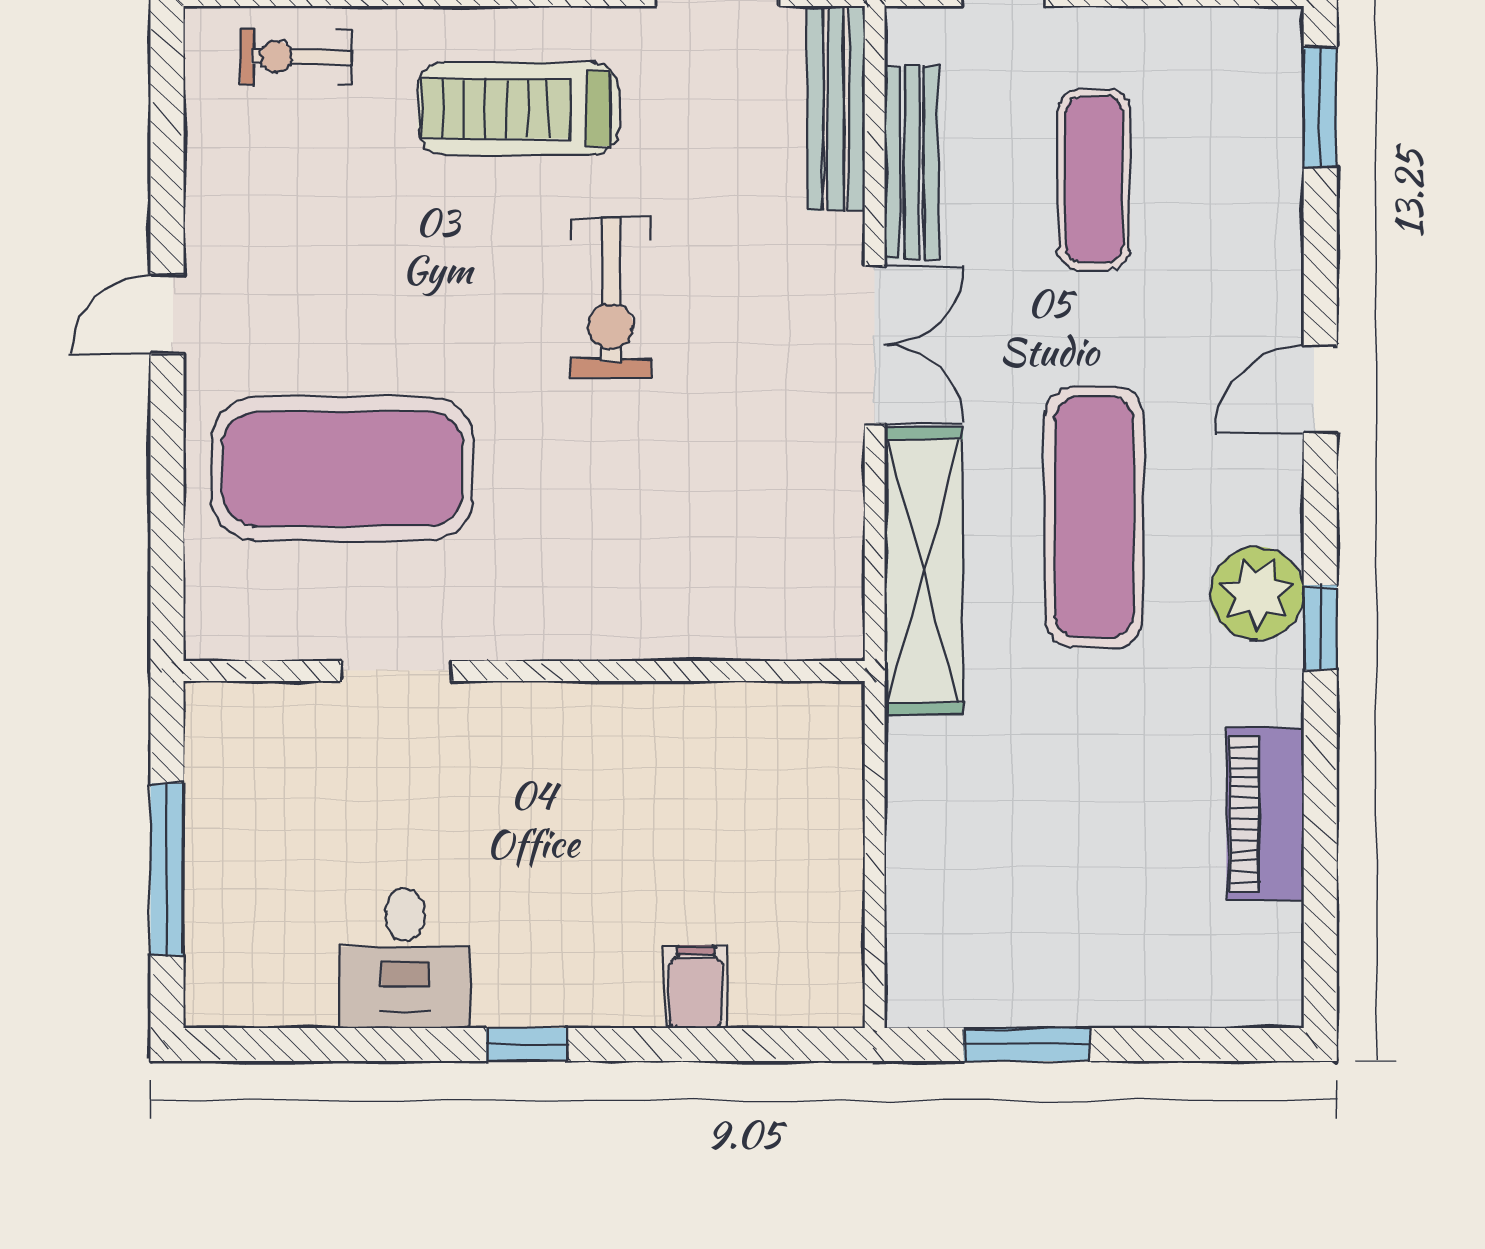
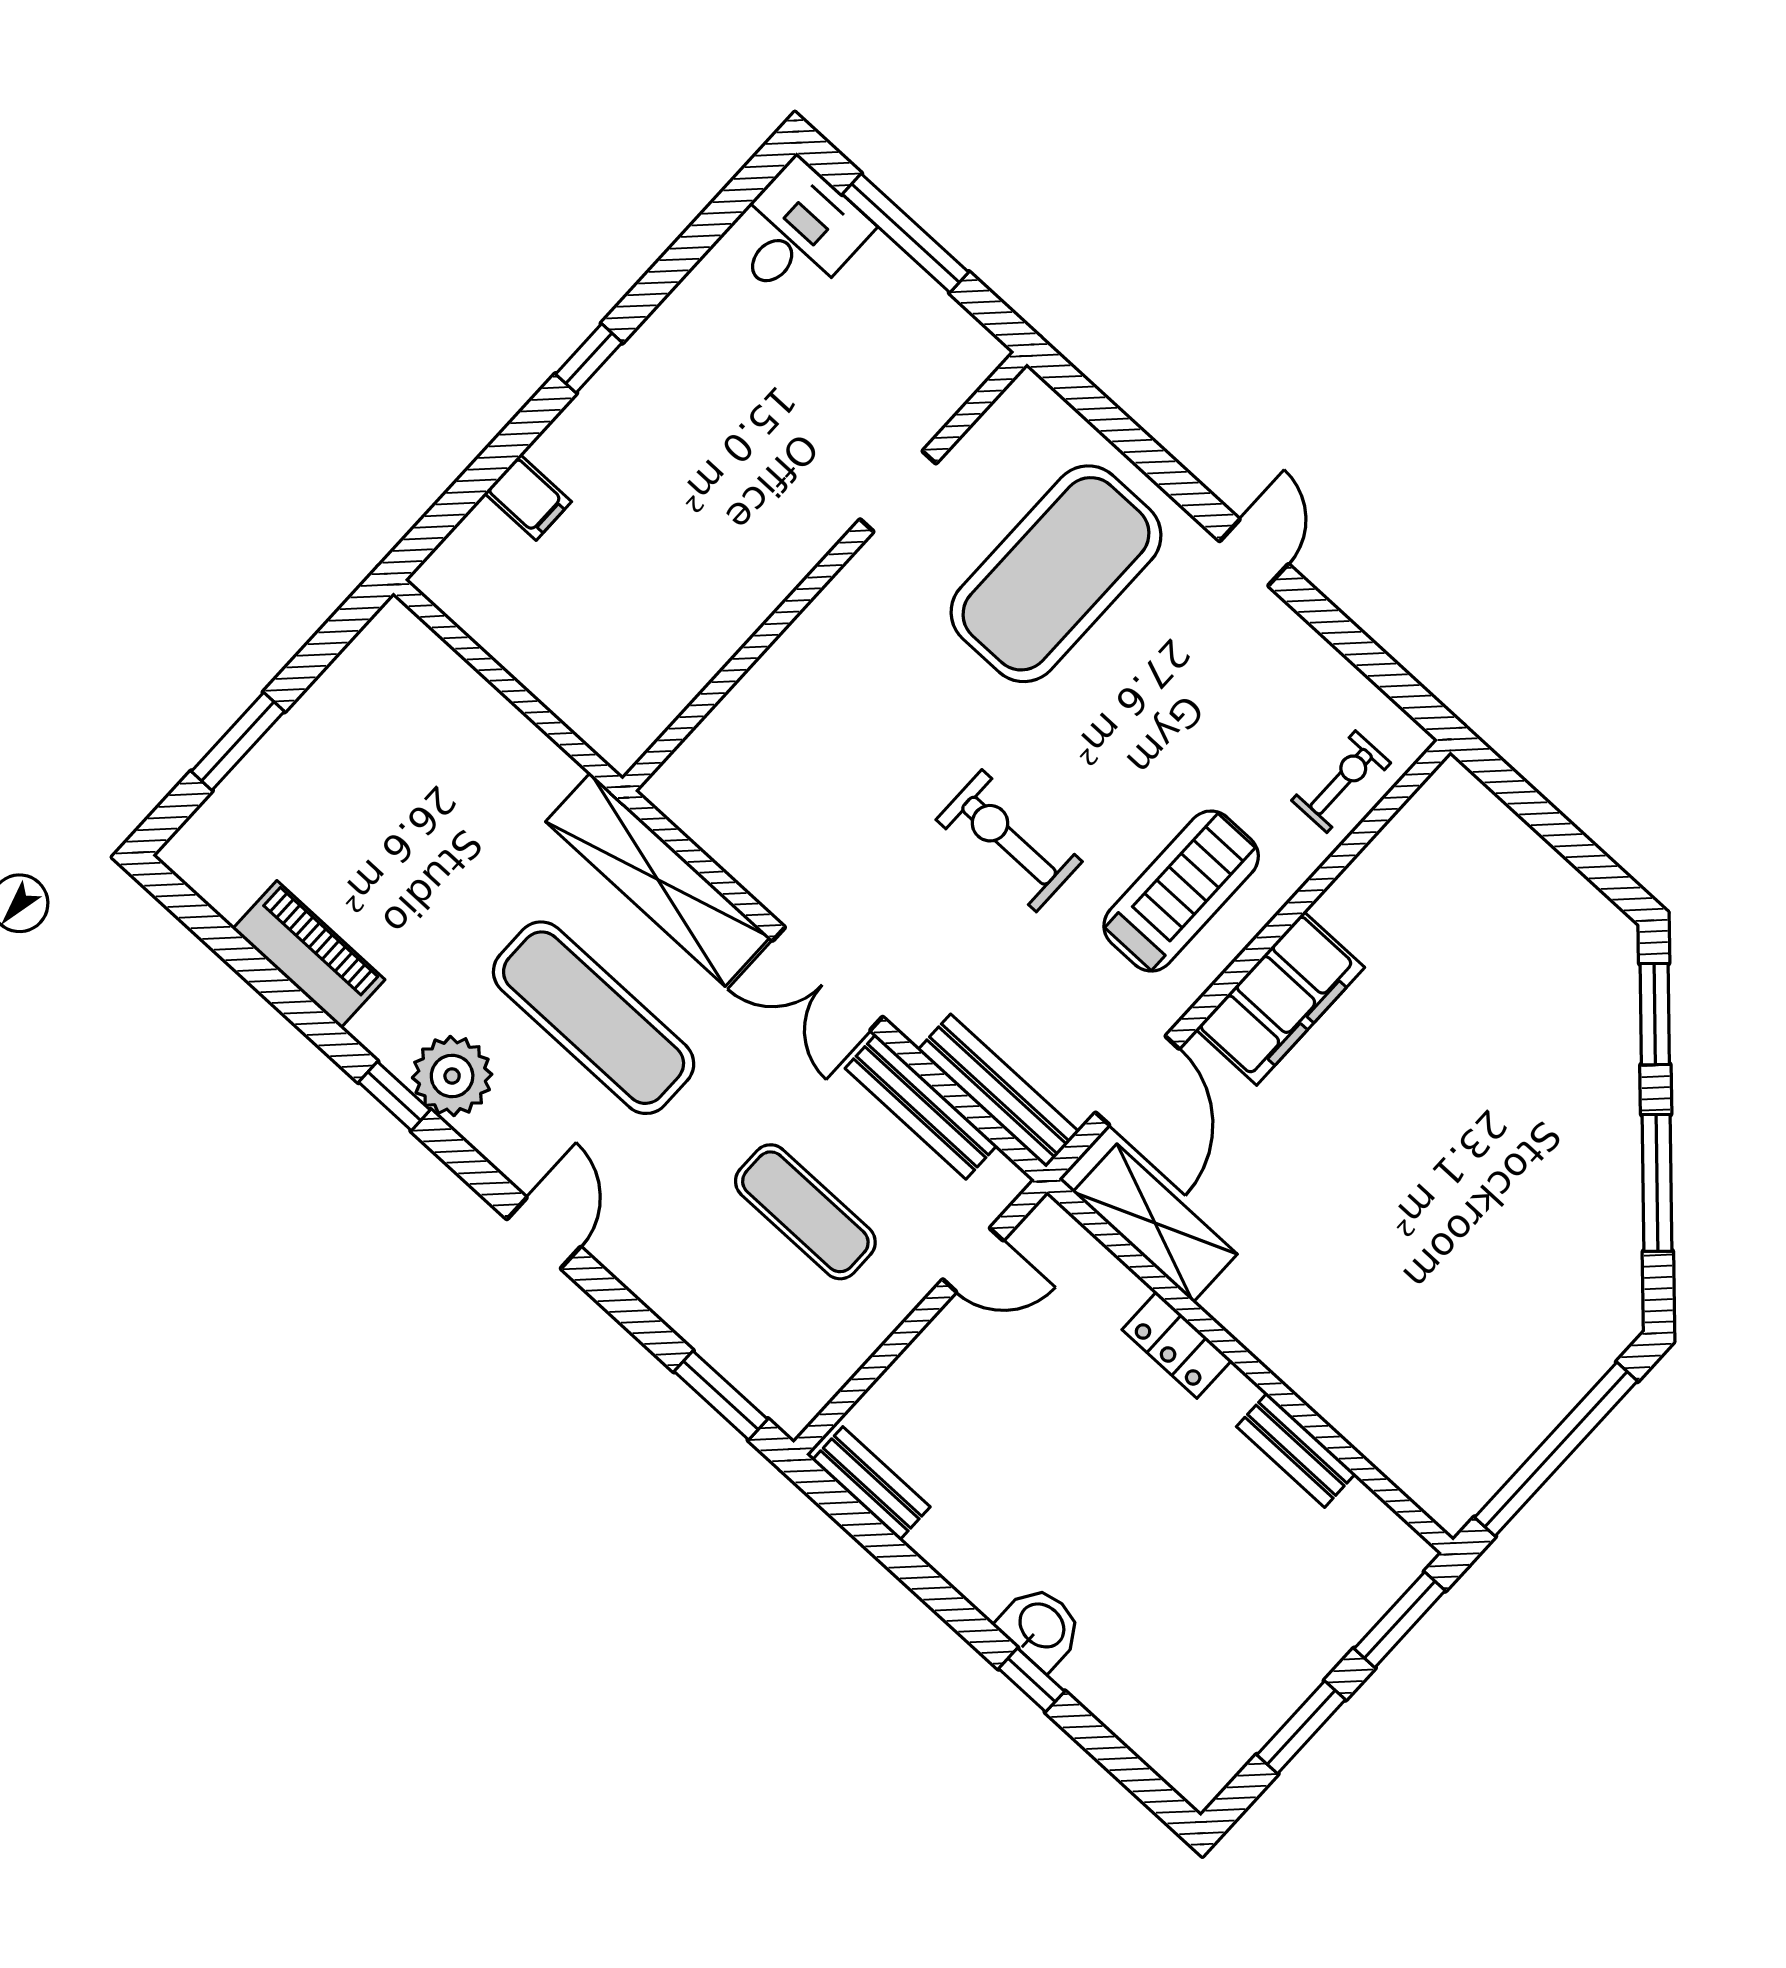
desk: (405, 958) -> (797, 233), moved, turned 90
window: (1027, 1044) -> (238, 741), moved

